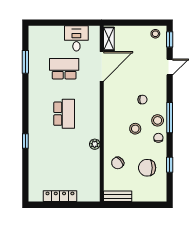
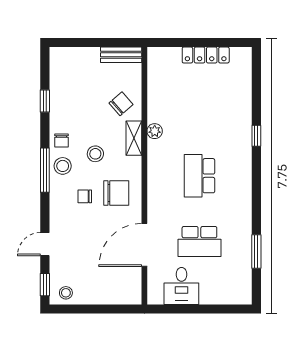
shelving: (109, 39) -> (134, 138), moved
chair: (147, 168) -> (116, 193), moved

